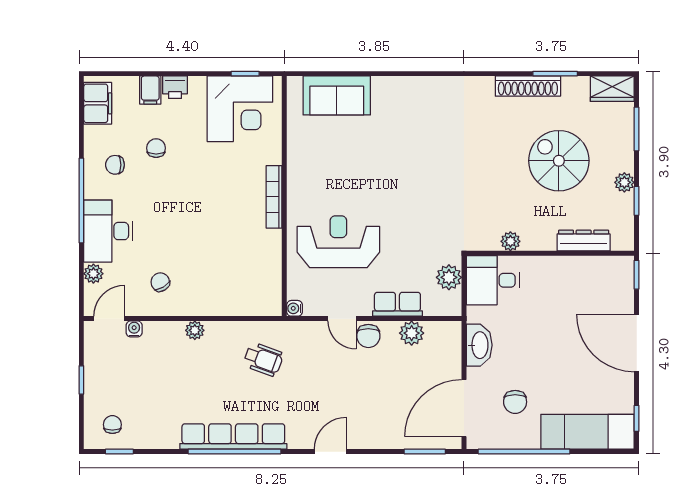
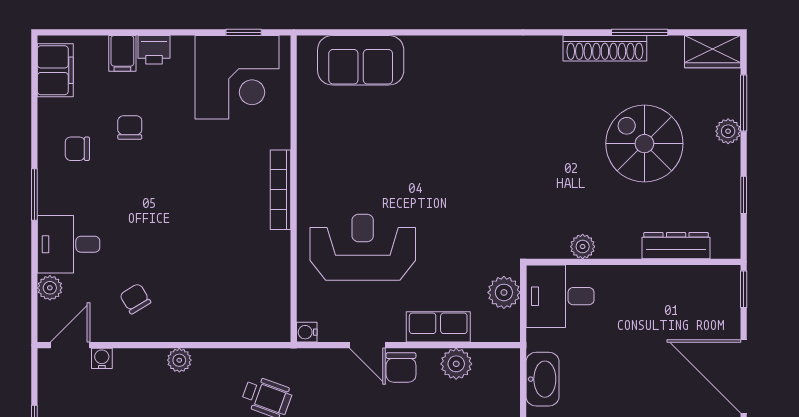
plant: (624, 182) -> (728, 131), moved
window: (81, 201) -> (34, 194), width x0.47
desk: (108, 231) -> (69, 244), width x0.73

